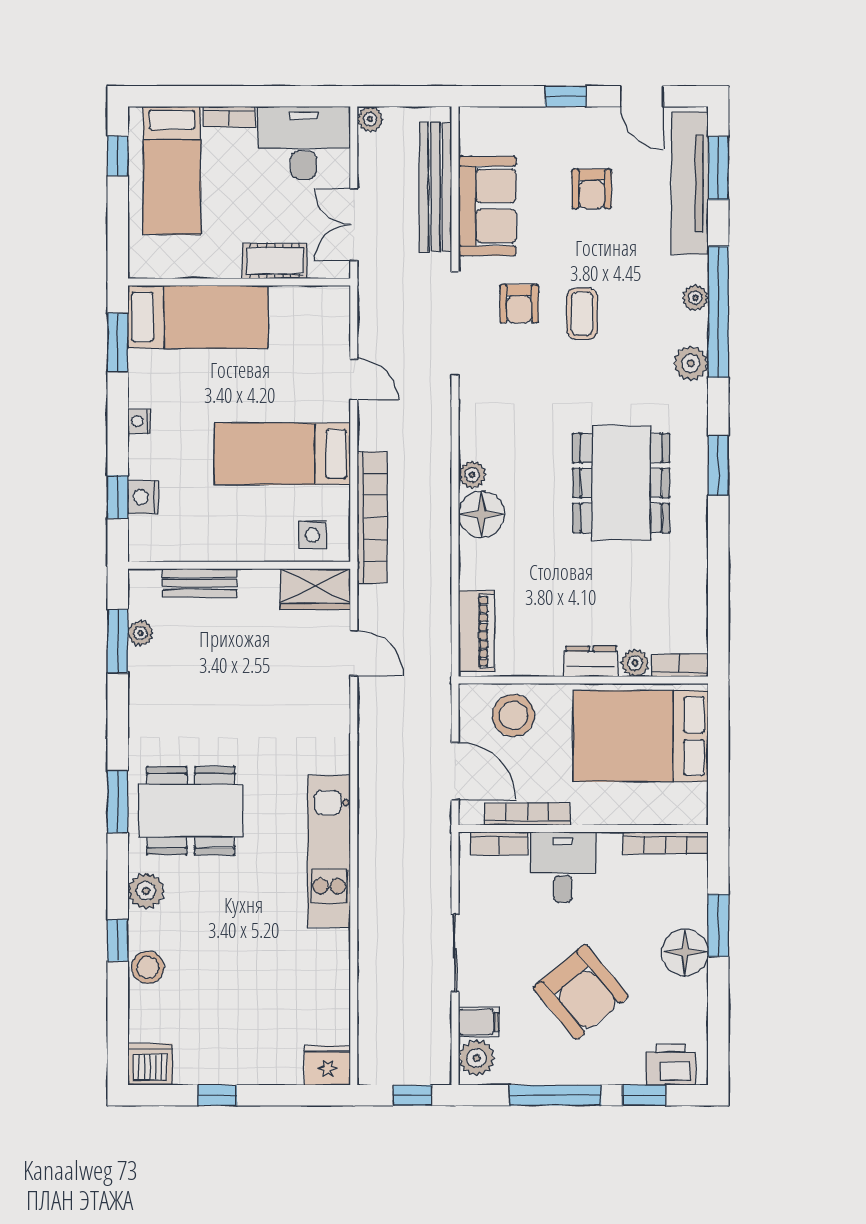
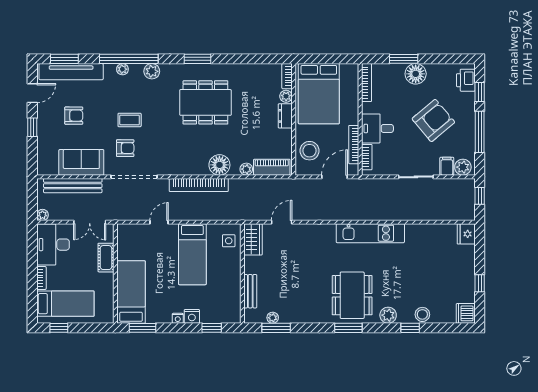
plant: (472, 475) -> (246, 169), moved
nightstand: (143, 497) -> (192, 316), moved
bookcase: (372, 517) -> (199, 185), moved, turned 180

